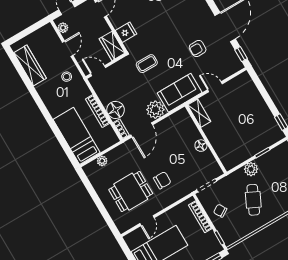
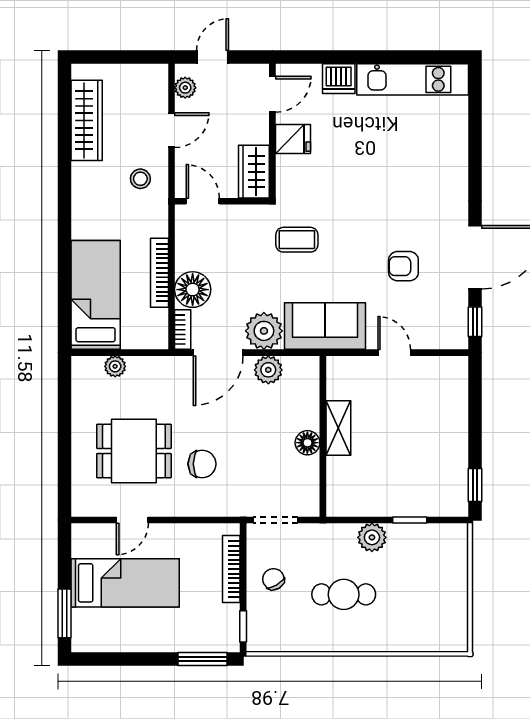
fridge: (126, 32) -> (293, 139), moved
shelving: (199, 113) -> (338, 428), moved
plant: (167, 125) -> (268, 370), added
cafe table: (253, 200) -> (344, 594), turned 64

